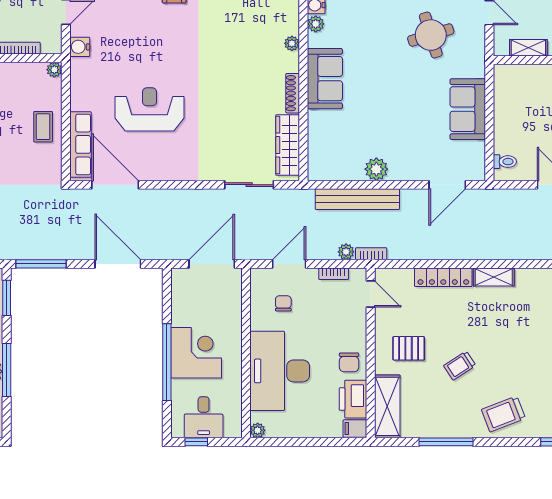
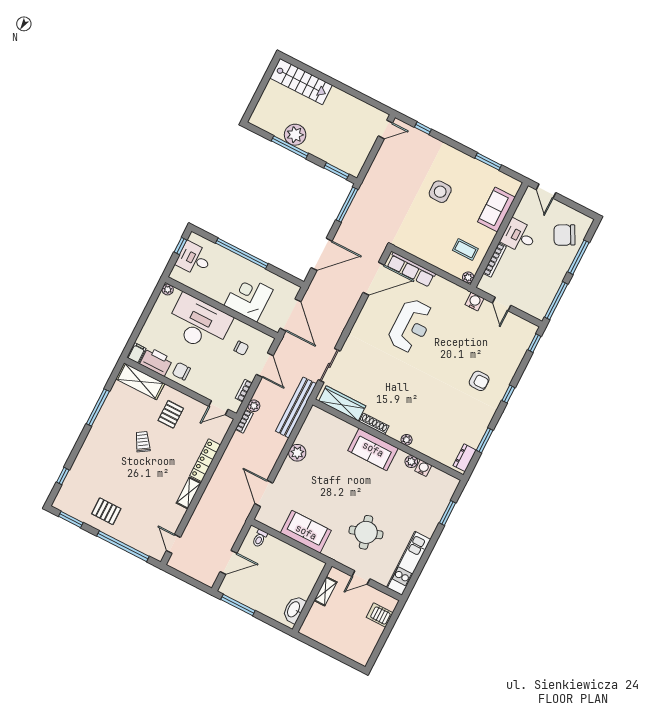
coffee table: (43, 127) -> (465, 249), moved
bench: (357, 199) -> (296, 407), moved
corner desk: (196, 353) -> (249, 298), moved, turned 180
trolley: (503, 414) -> (97, 454), removed

